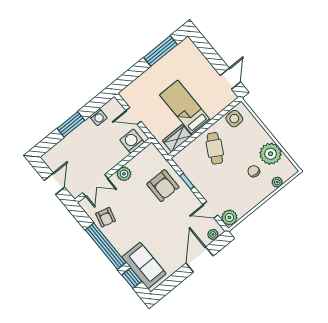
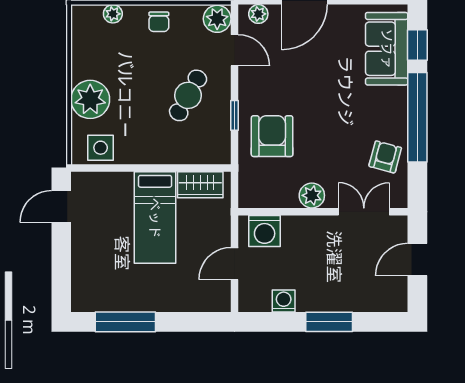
door: (133, 116) -> (234, 264), swing flipped
cafe table: (215, 148) -> (188, 95), moved
plant: (271, 154) -> (90, 99), moved
chair: (254, 171) -> (159, 22), moved

